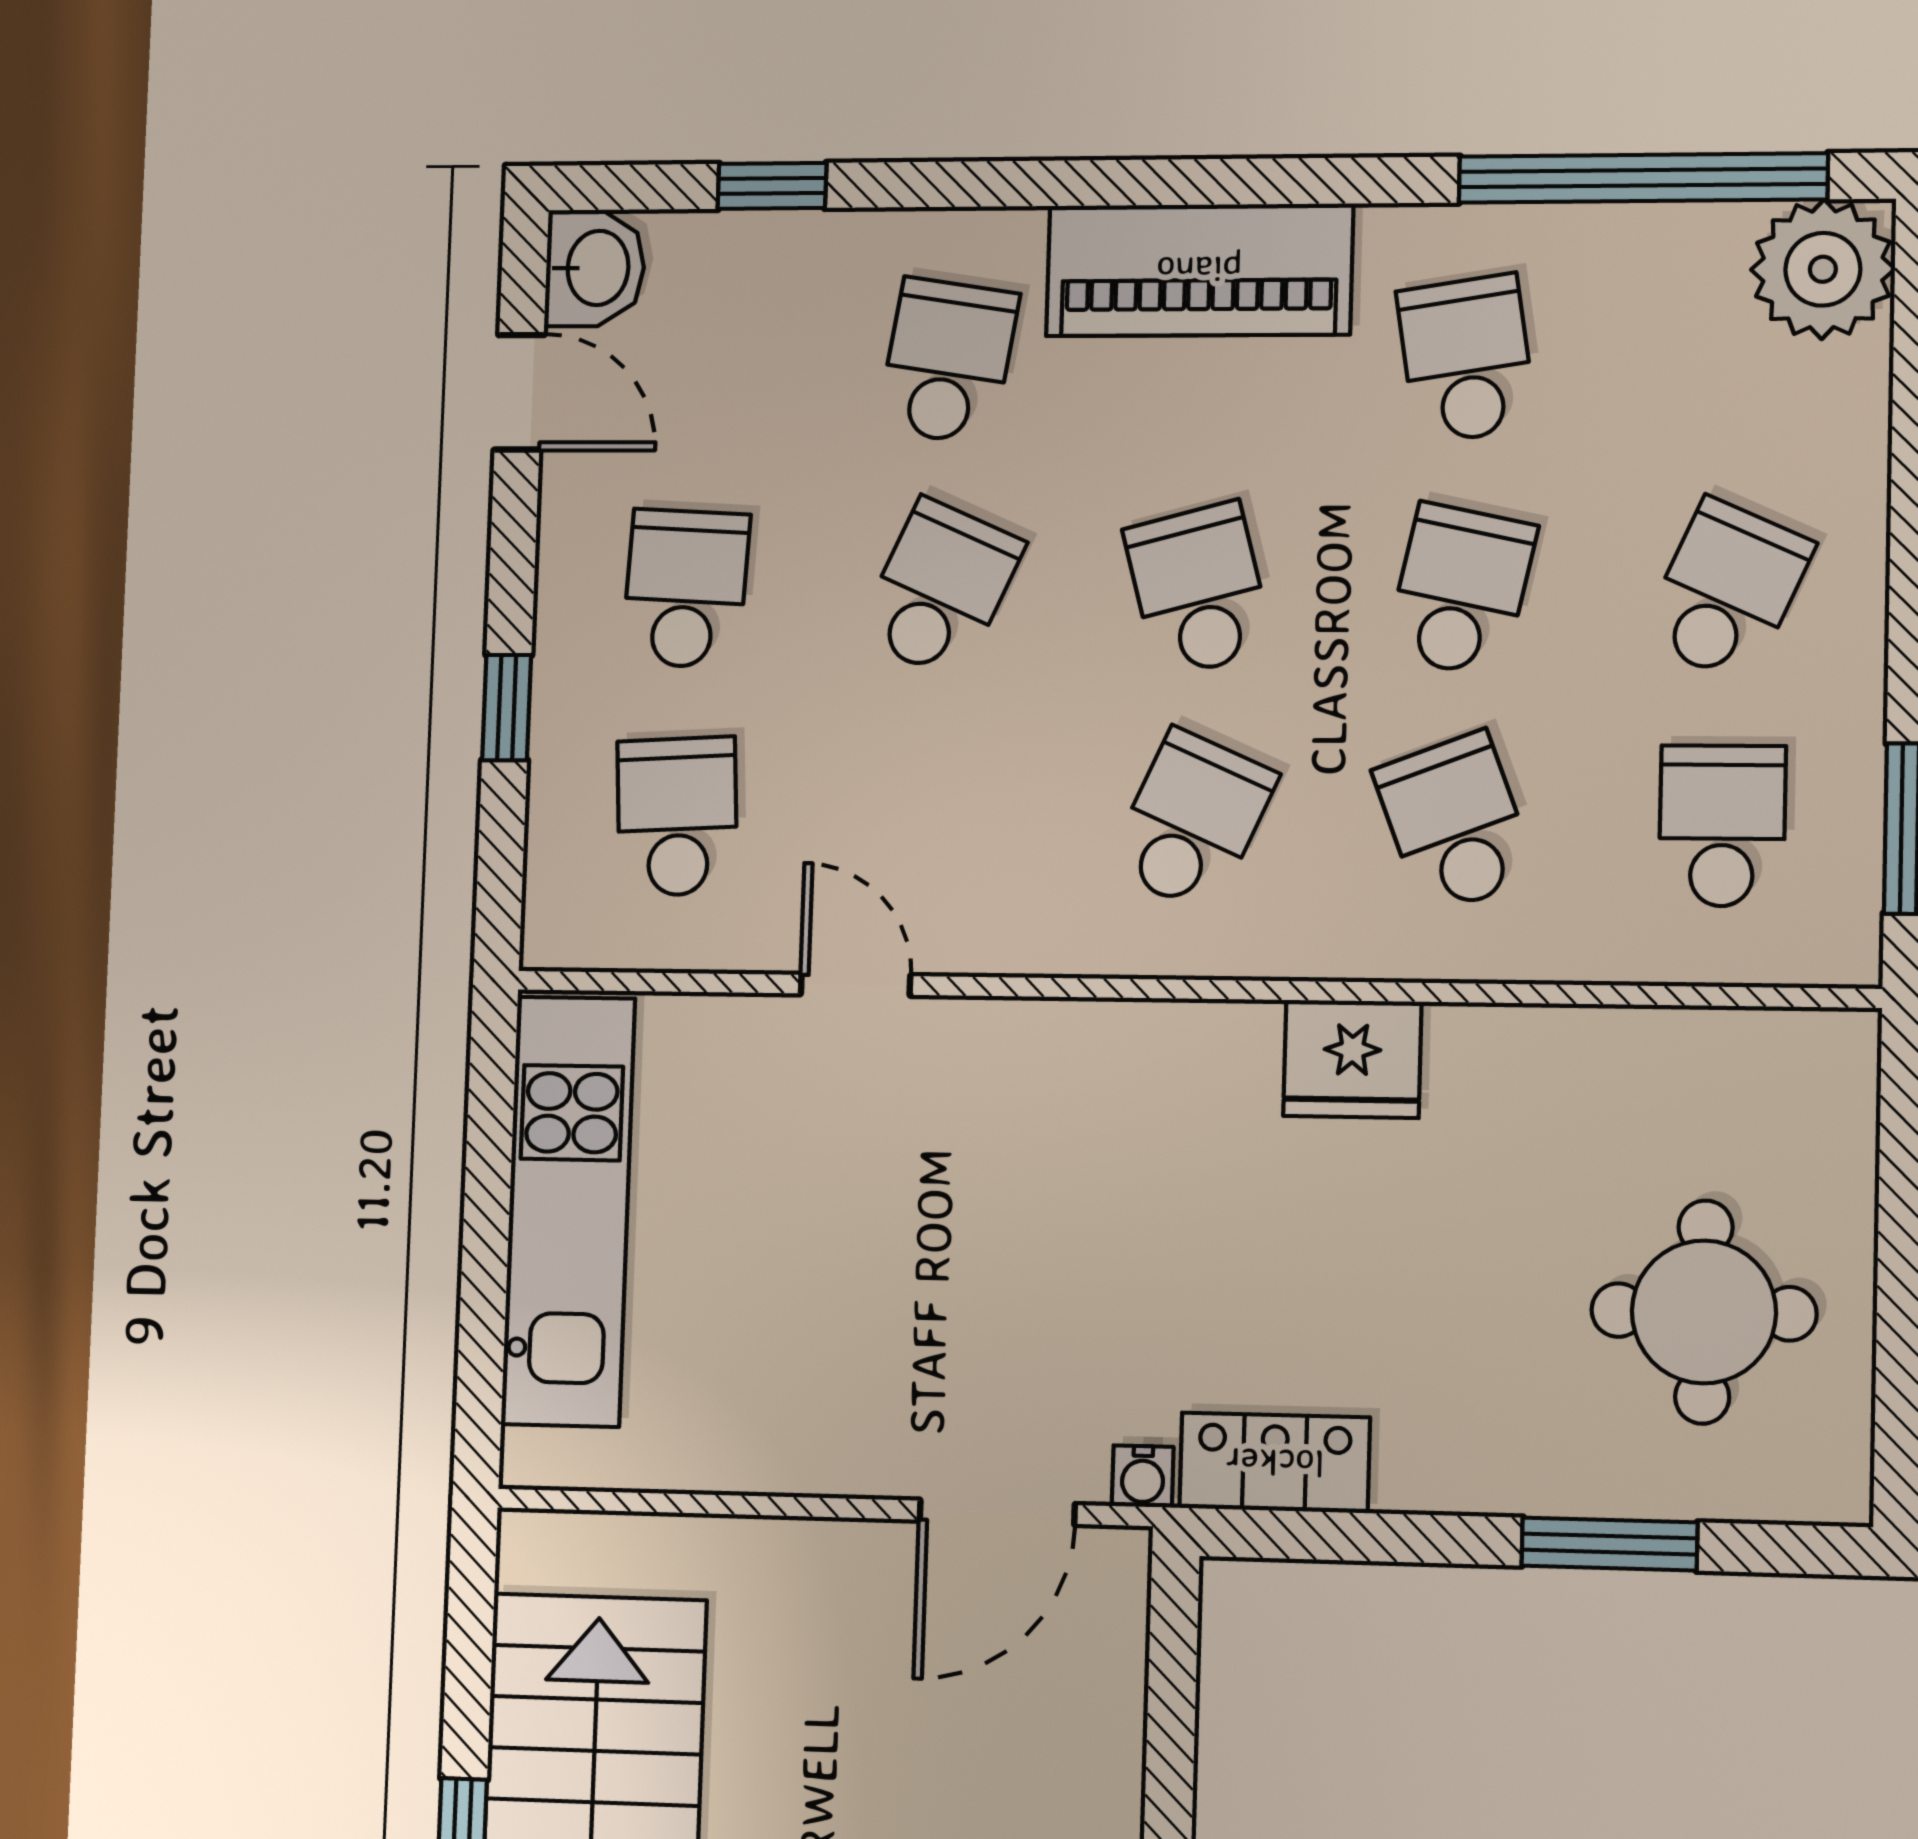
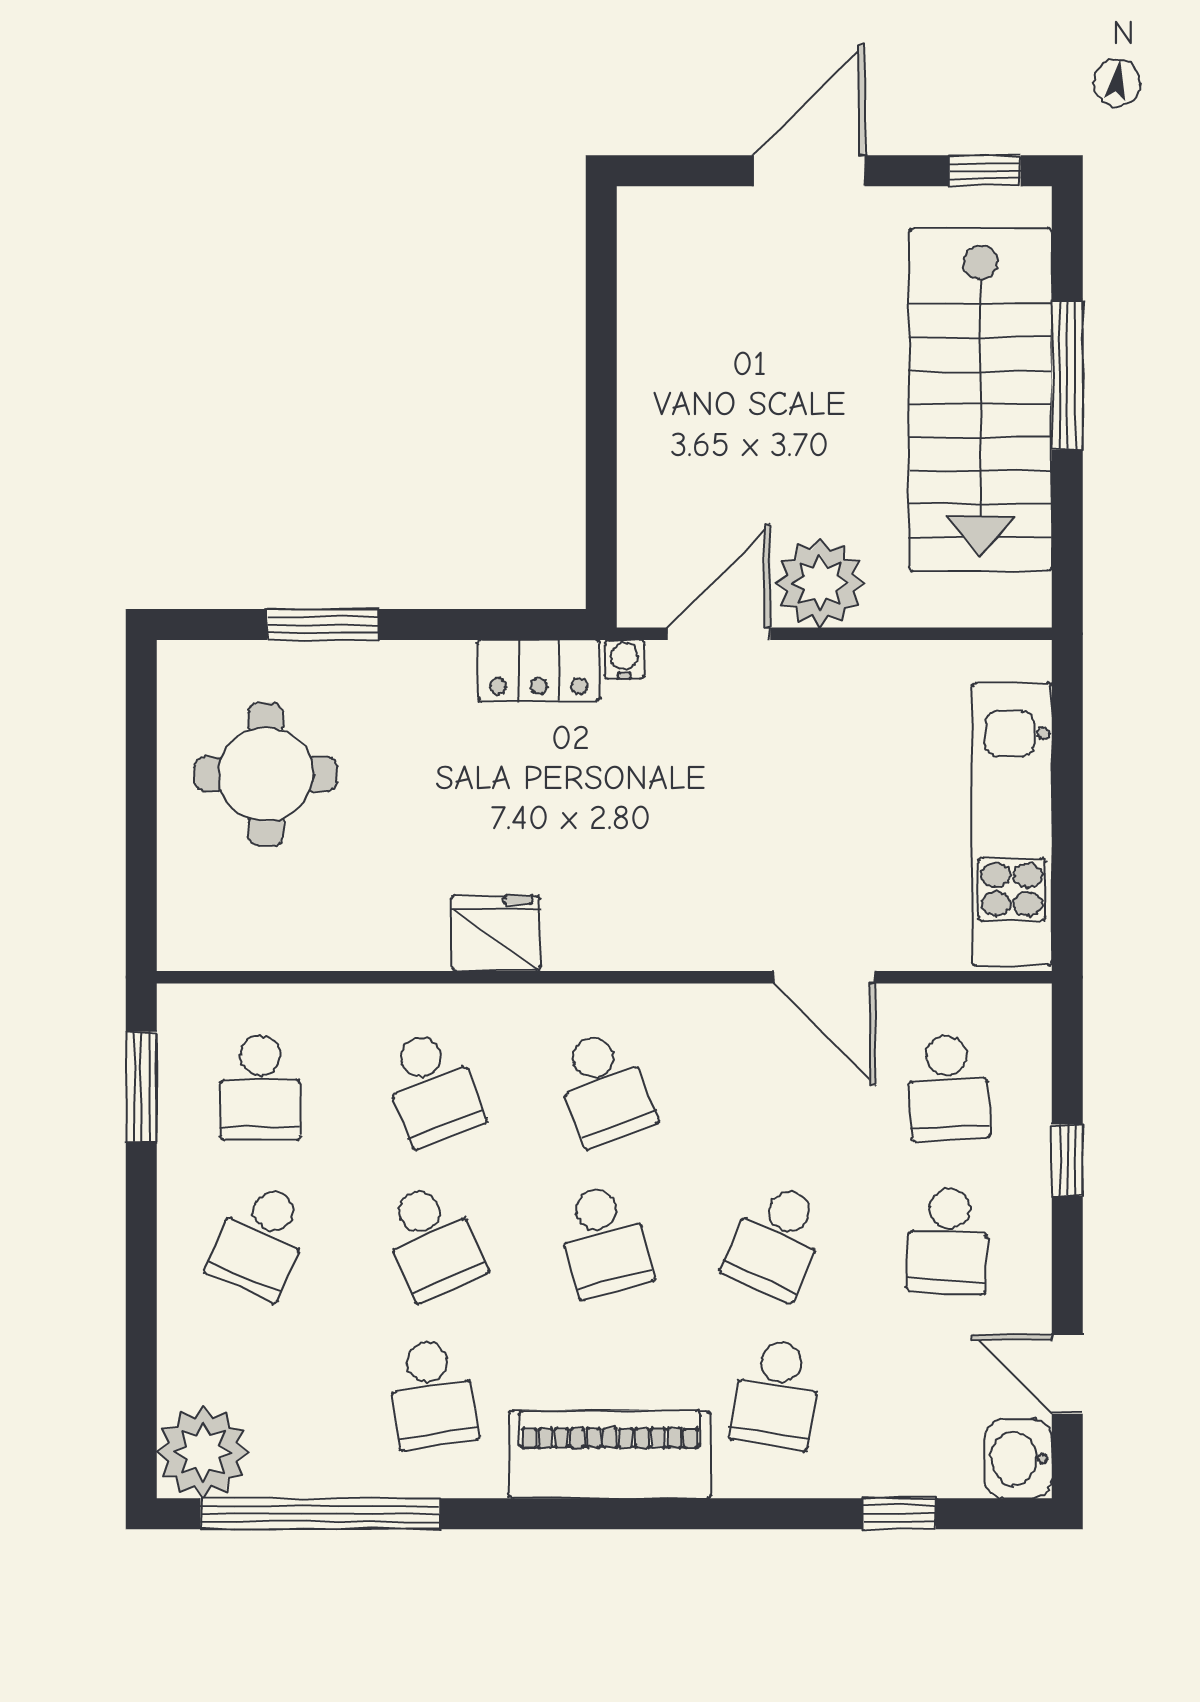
school desk: (1461, 590) -> (432, 1241), turned -36
school desk: (1192, 821) -> (604, 1088), turned -45
door: (855, 985) -> (824, 977), width x1.37
plant: (841, 1586) -> (820, 583), added

